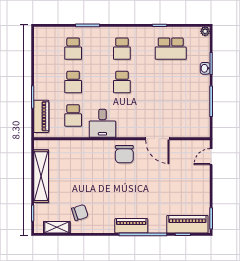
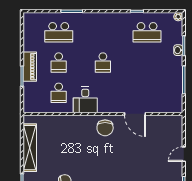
school desk: (73, 49) -> (59, 32), width x1.85
school desk: (122, 49) -> (103, 32), removed
piano: (41, 116) -> (30, 67), moved
door: (211, 157) -> (184, 154), moved

